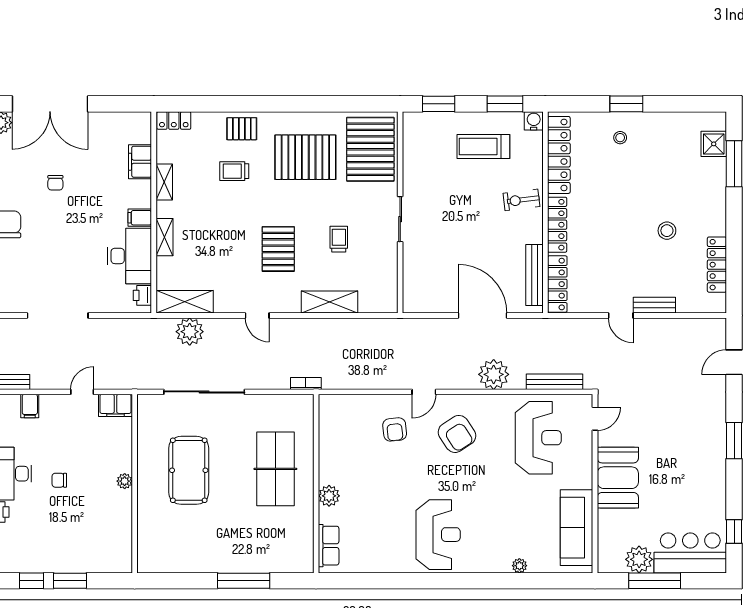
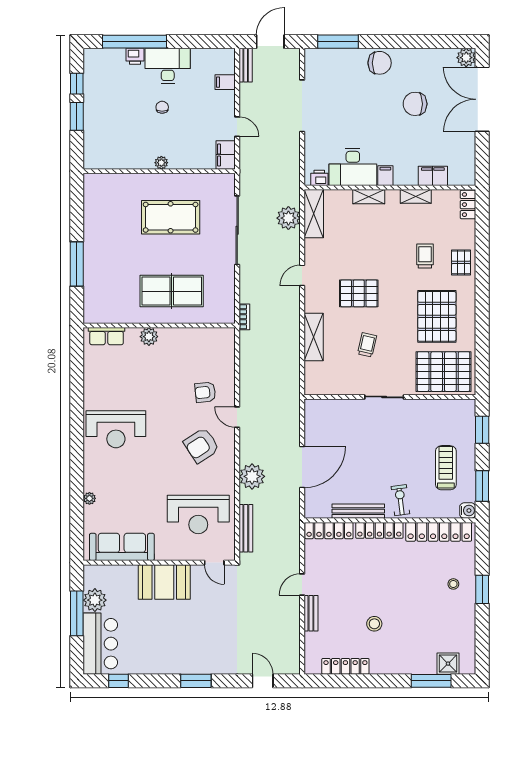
chair: (55, 183) -> (415, 104), width x1.87, depth x1.87
trolley: (339, 239) -> (367, 345), turned -77
bench: (534, 275) -> (358, 511), moved

